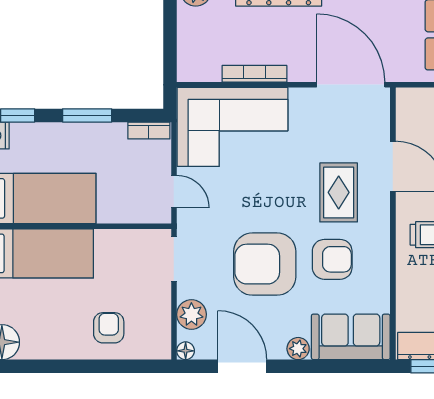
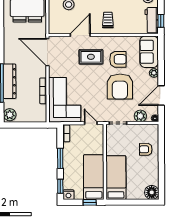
door: (351, 85) -> (47, 52), hinge flipped
door: (174, 192) -> (91, 123), hinge flipped
armchair: (332, 259) -> (118, 59), turned 90

